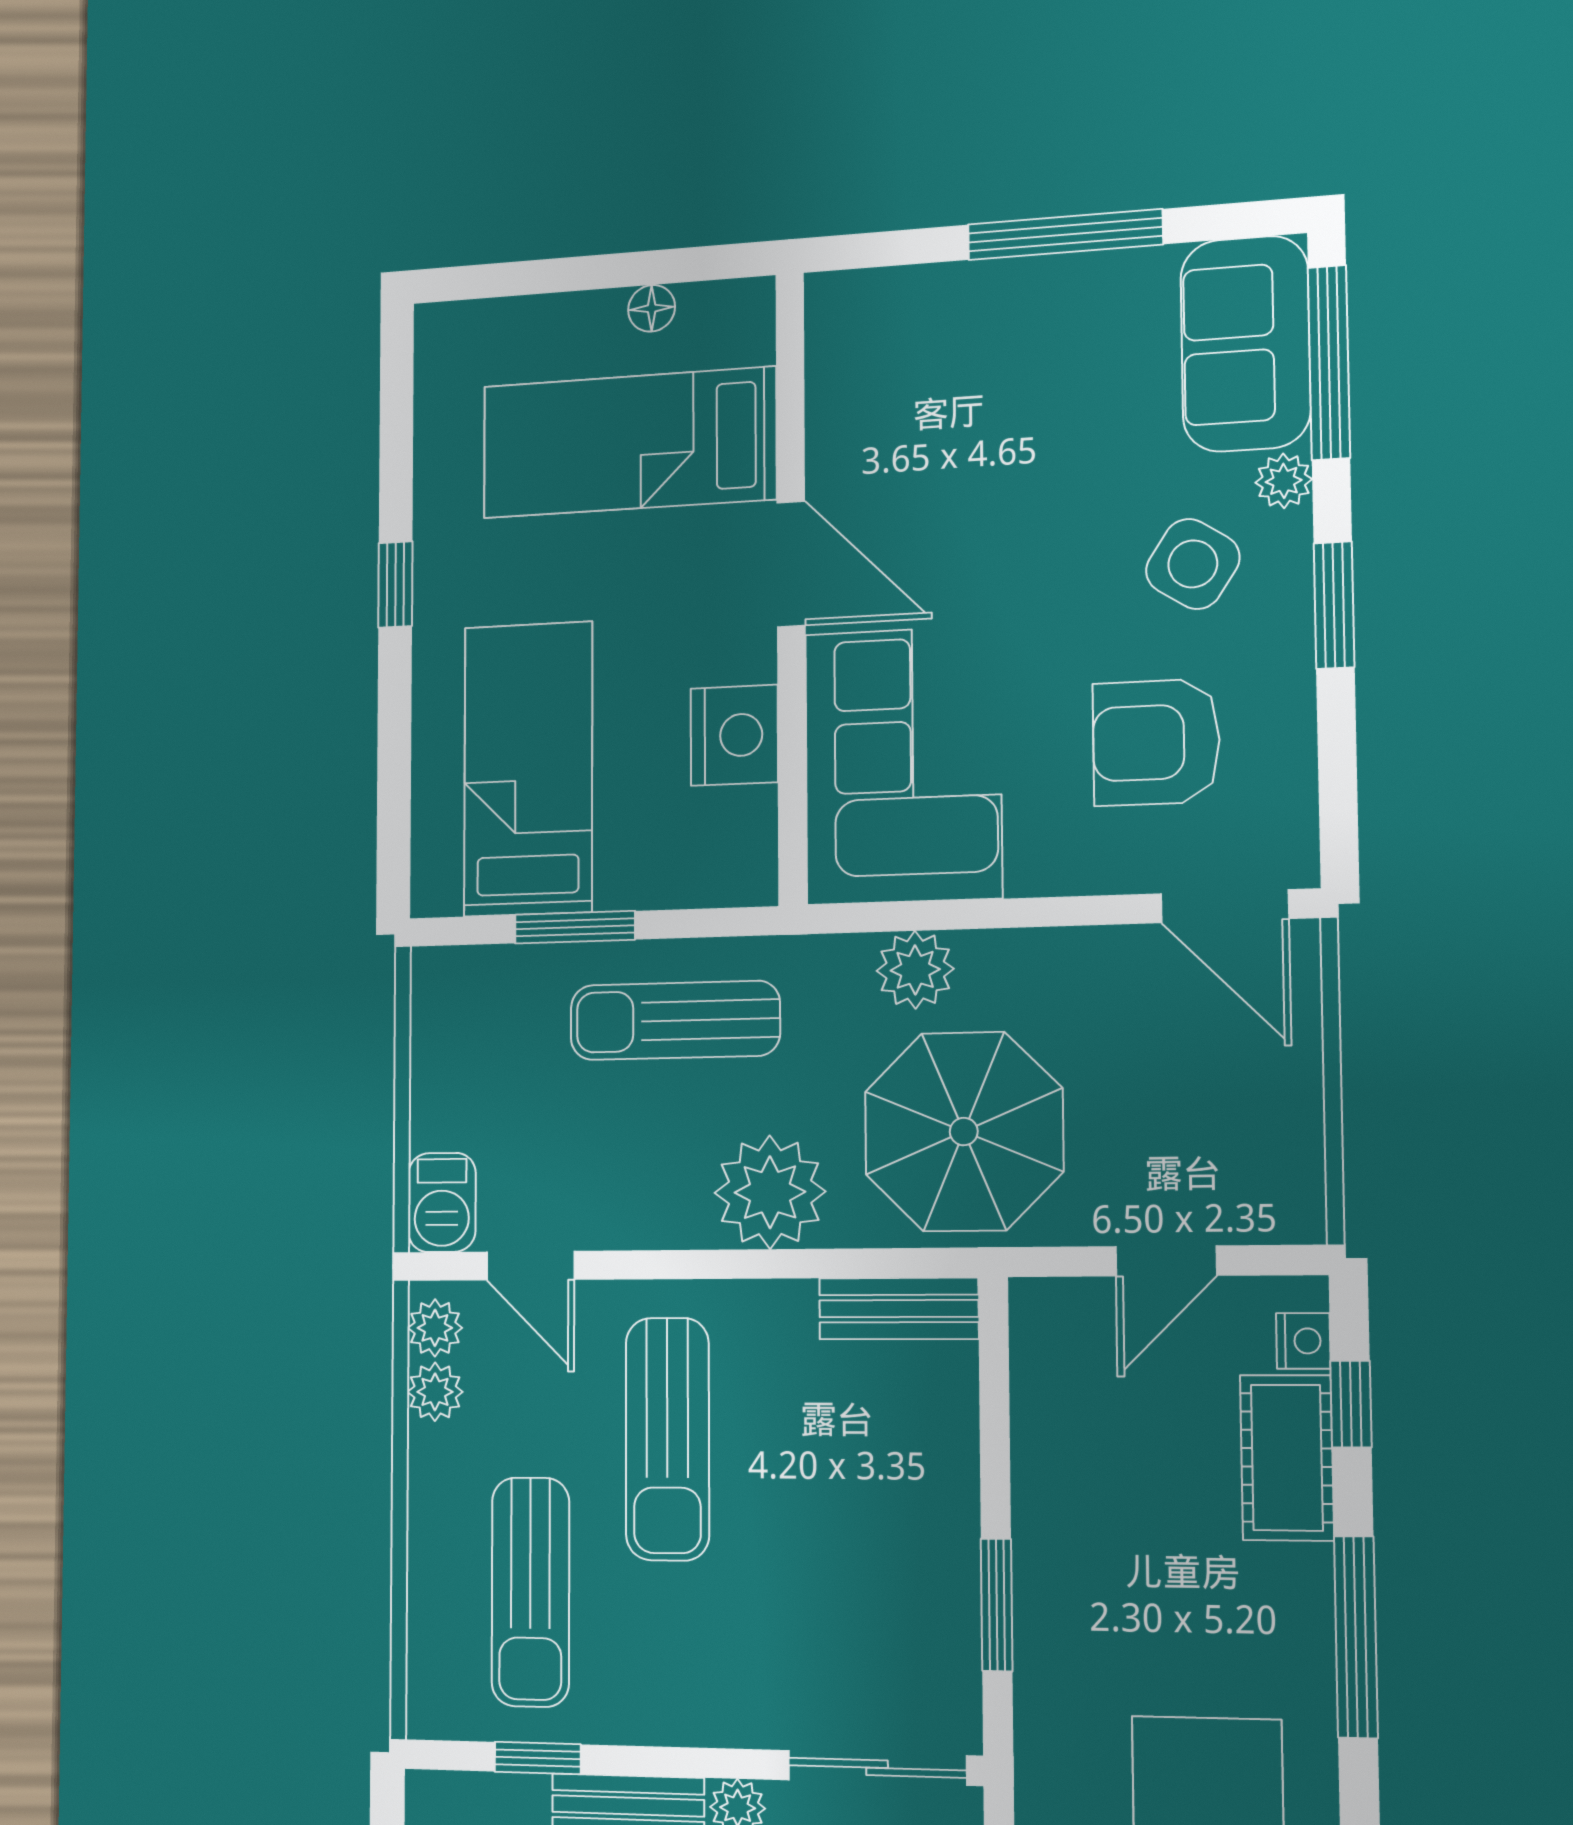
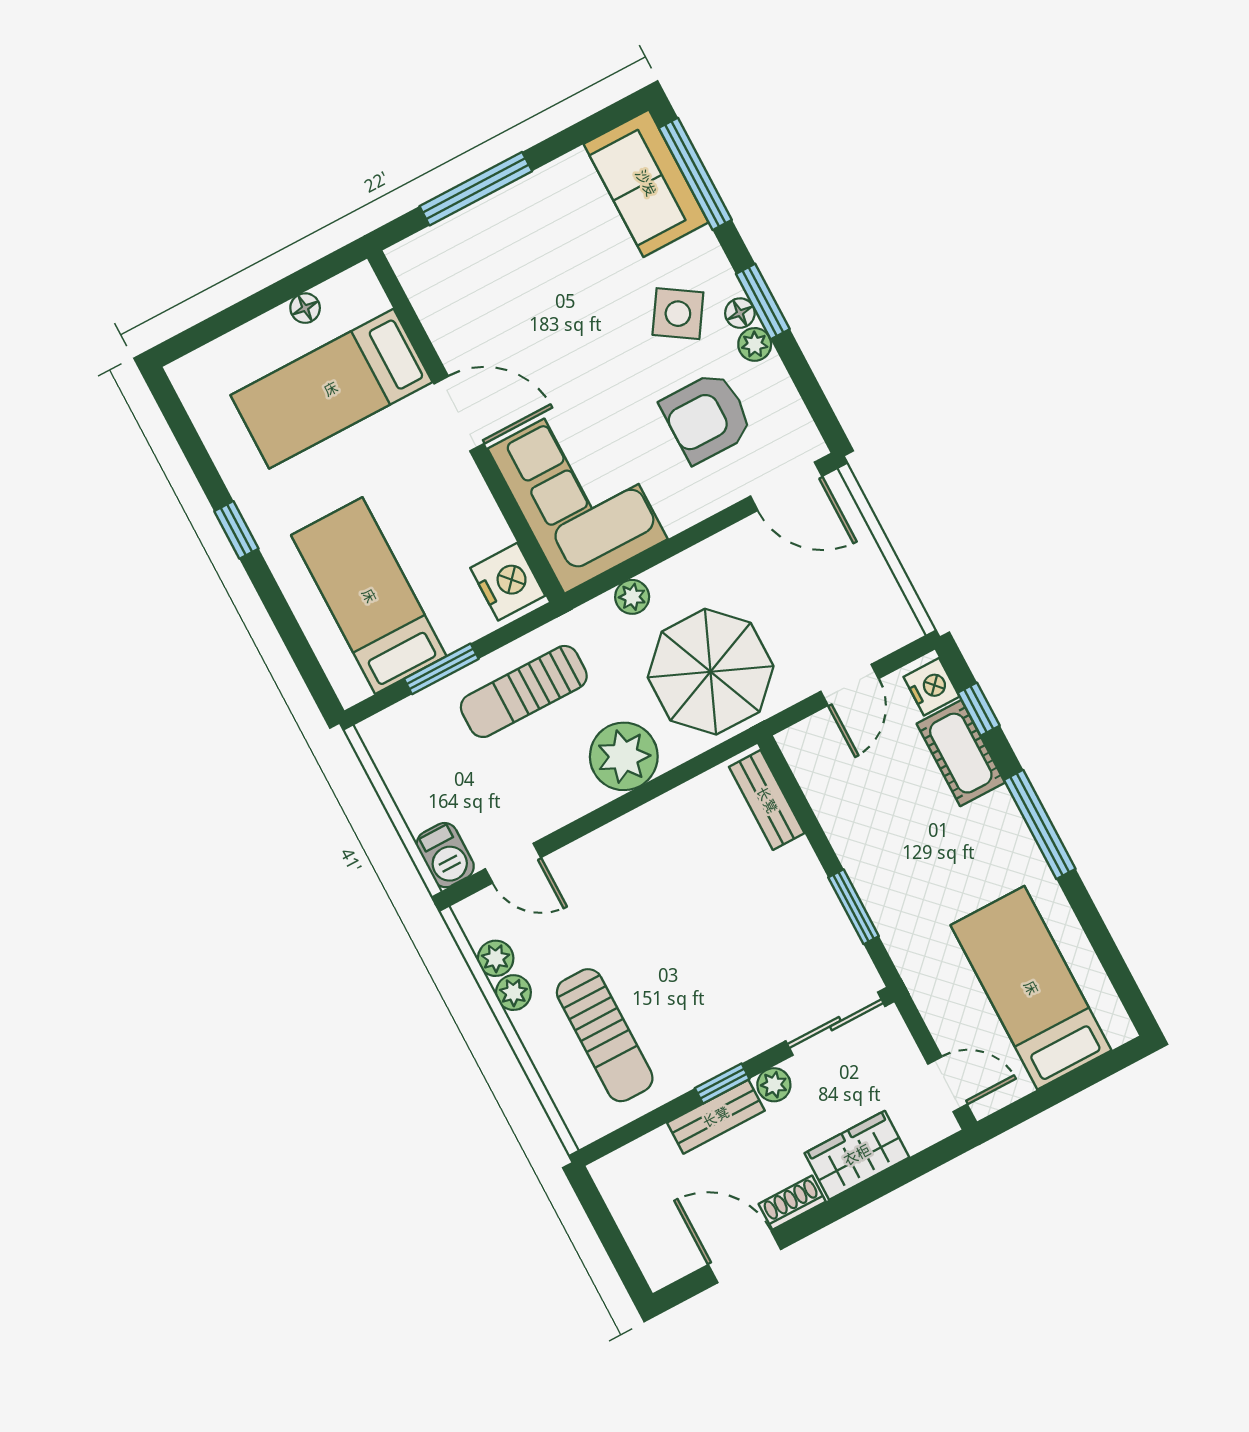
window: (1065, 234) -> (476, 189), moved
plant: (1284, 481) -> (755, 344), moved
floor lamp: (1289, 607) -> (740, 313), added
nightstand: (734, 735) -> (508, 582), moved
plant: (915, 970) -> (632, 597), width x0.73, depth x0.73
bench: (899, 1309) -> (767, 800), moved, turned 90
plant: (435, 1328) -> (513, 993), moved
nightstand: (1303, 1341) -> (932, 687), width x1.39, depth x1.35
sun lounger: (667, 1439) -> (636, 915), removed
window: (538, 1758) -> (722, 1084), moved

